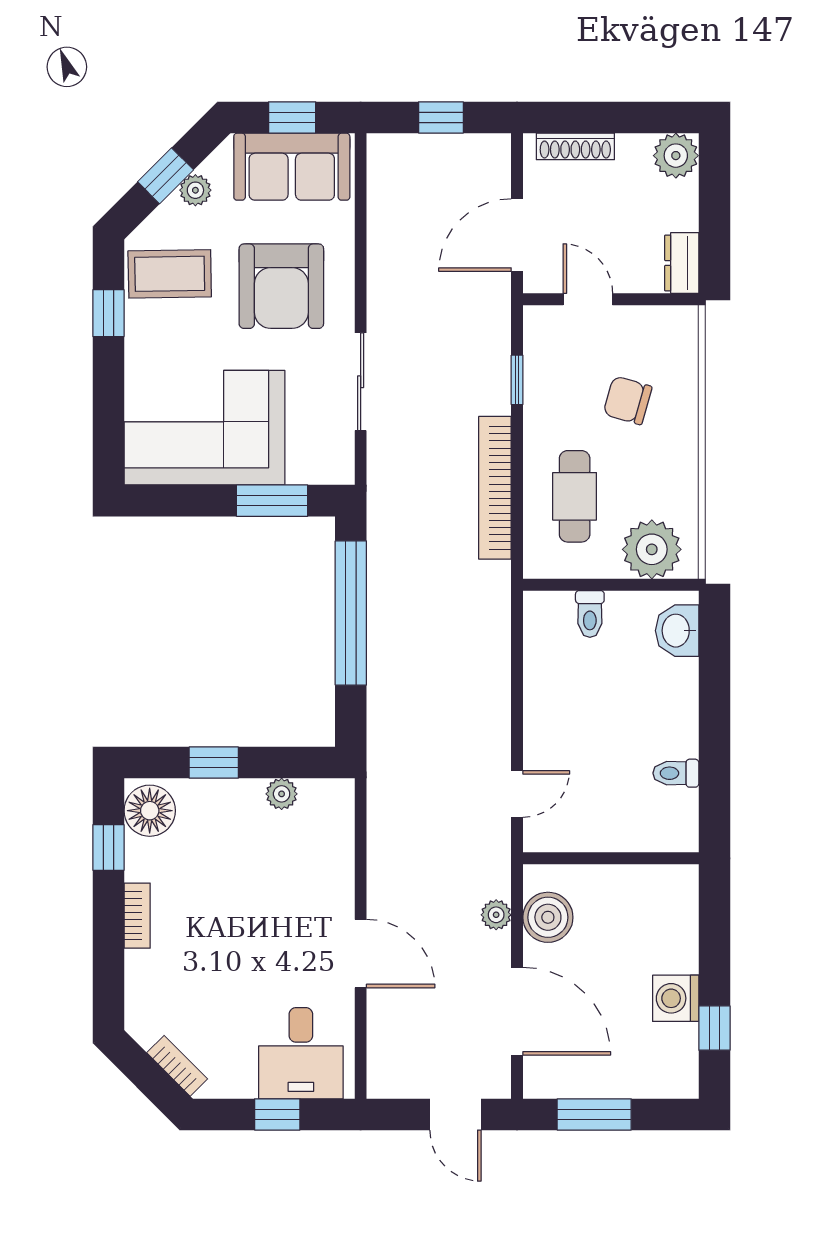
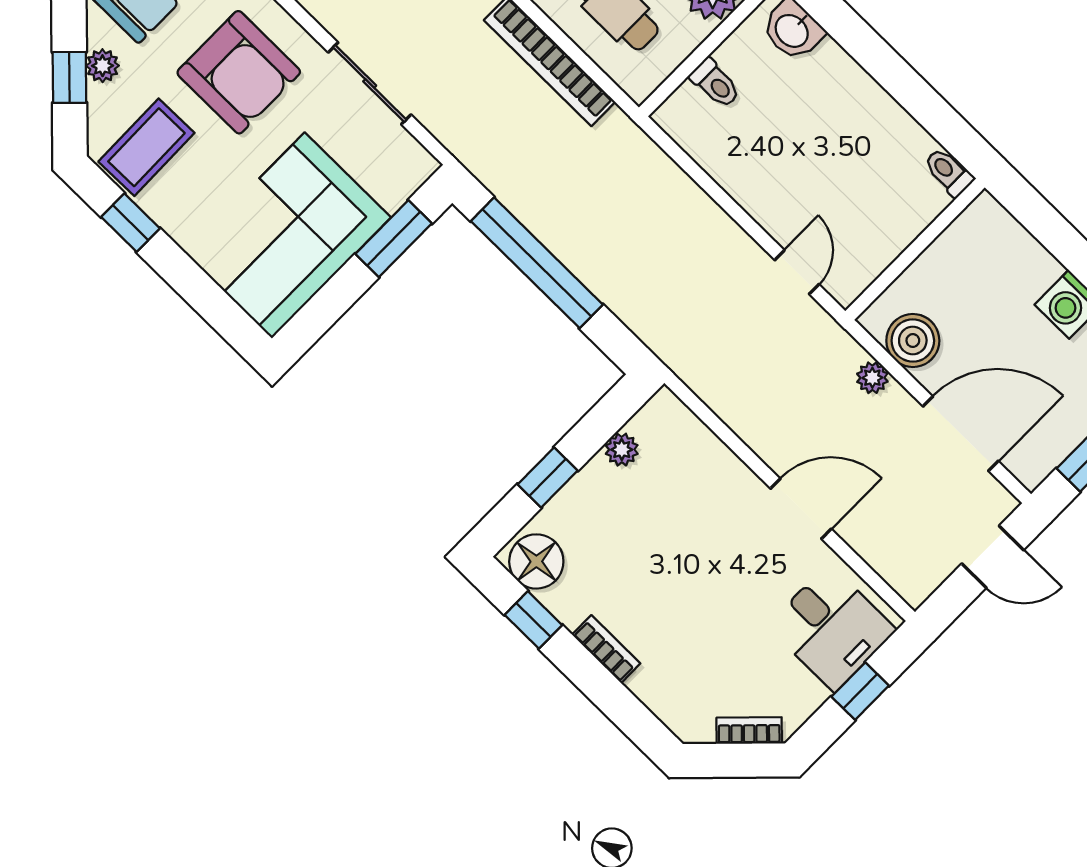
toilet: (676, 773) -> (948, 172), moved, turned 90

